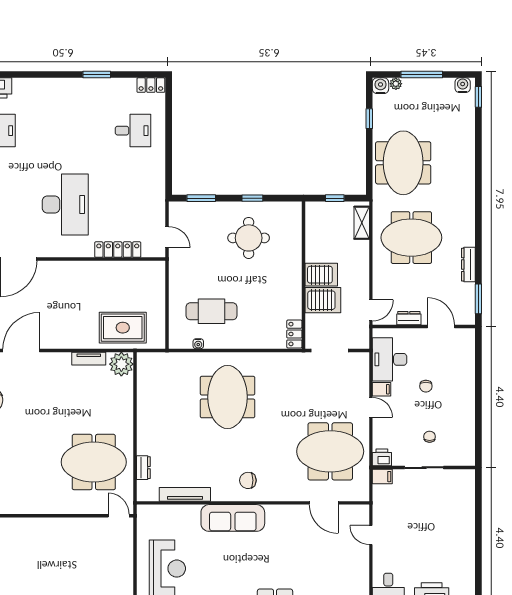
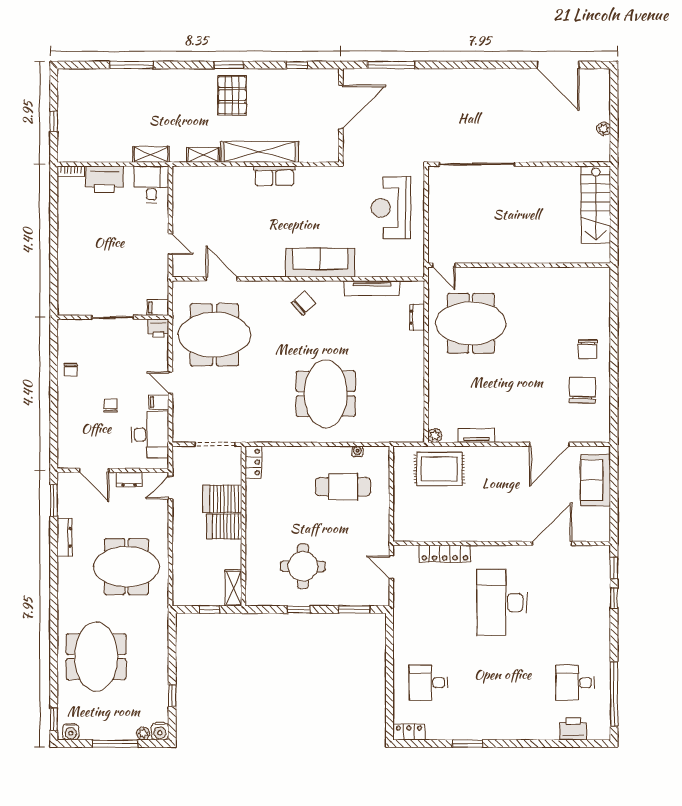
meeting table: (403, 163) -> (96, 657), moved
shelving: (362, 223) -> (233, 588), moved
plant: (121, 364) -> (435, 436), width x0.53, depth x0.53
chair: (430, 437) -> (71, 370), moved
chair: (248, 480) -> (304, 303), turned -42

